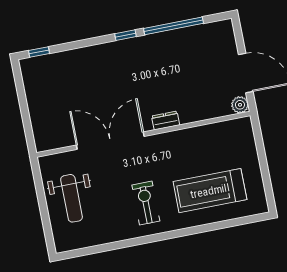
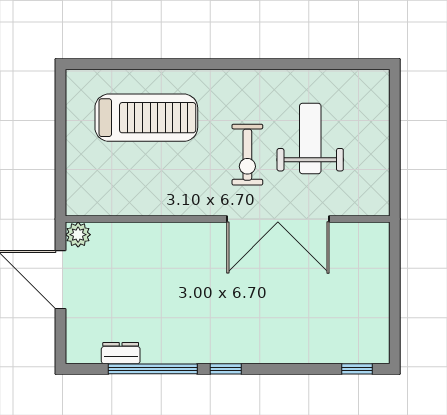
dresser: (166, 120) -> (121, 353), moved, turned 180
weight bench: (72, 198) -> (310, 139), moved
exercise bike: (146, 203) -> (247, 155), moved

